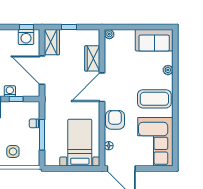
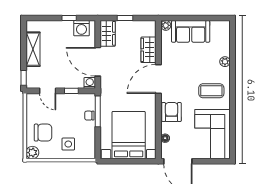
window: (26, 27) -> (69, 18), moved
sofa: (154, 40) -> (191, 31), moved
washing machine: (10, 91) -> (90, 83), moved
coffee table: (154, 99) -> (211, 91), width x0.73, depth x0.76
window: (42, 135) -> (98, 111), moved
bed with nightstands: (80, 143) -> (129, 135), width x1.36

